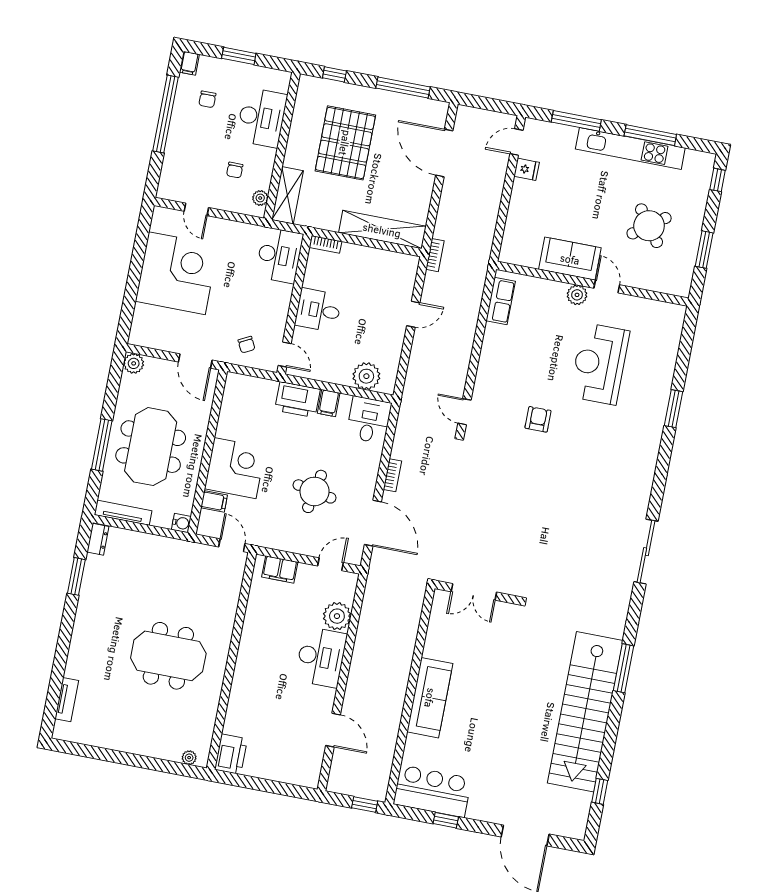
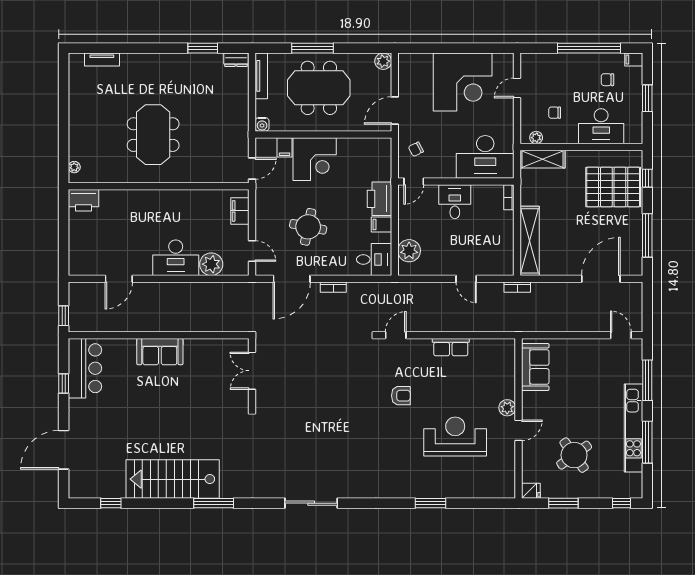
pallet: (345, 143) -> (613, 187), moved
fridge: (526, 169) -> (531, 491), moved, turned -90
desk: (279, 255) -> (485, 157), width x1.36, depth x1.30
sofa: (570, 259) -> (535, 367), moved
row of seats: (501, 301) -> (451, 347), moved
sofa: (430, 698) -> (160, 352), width x0.73
stairs: (585, 712) -> (173, 479), width x0.73

